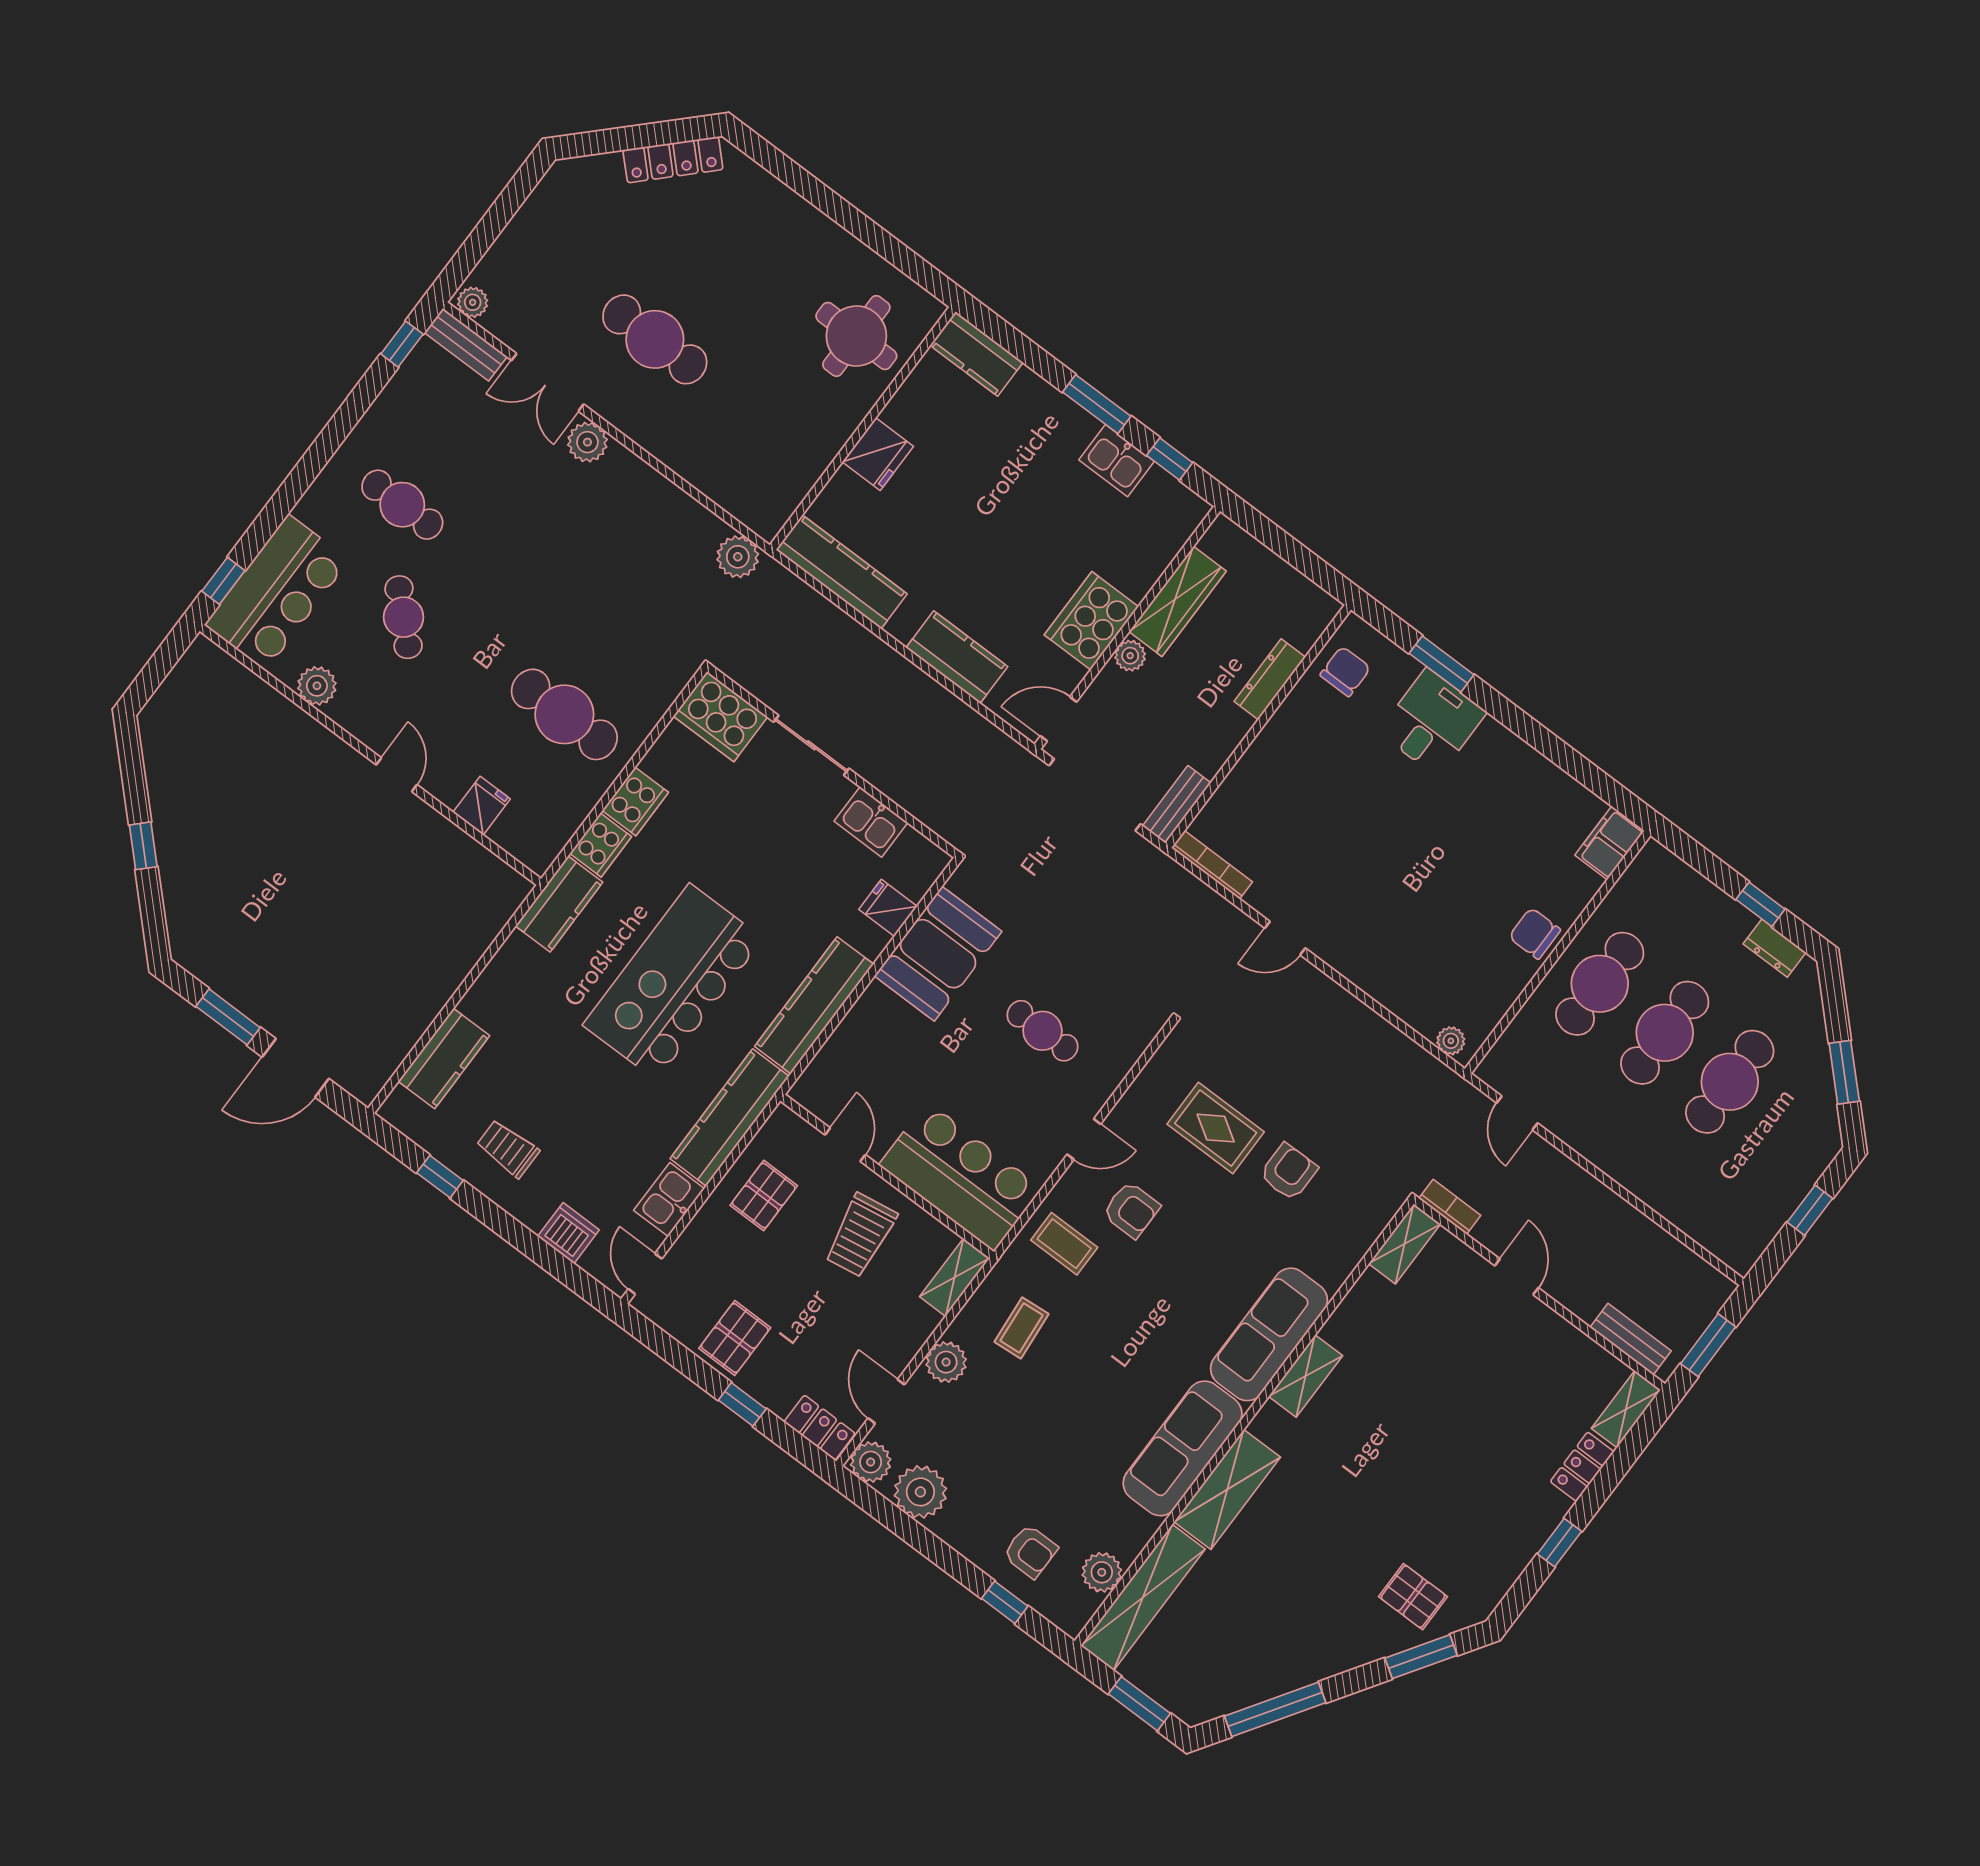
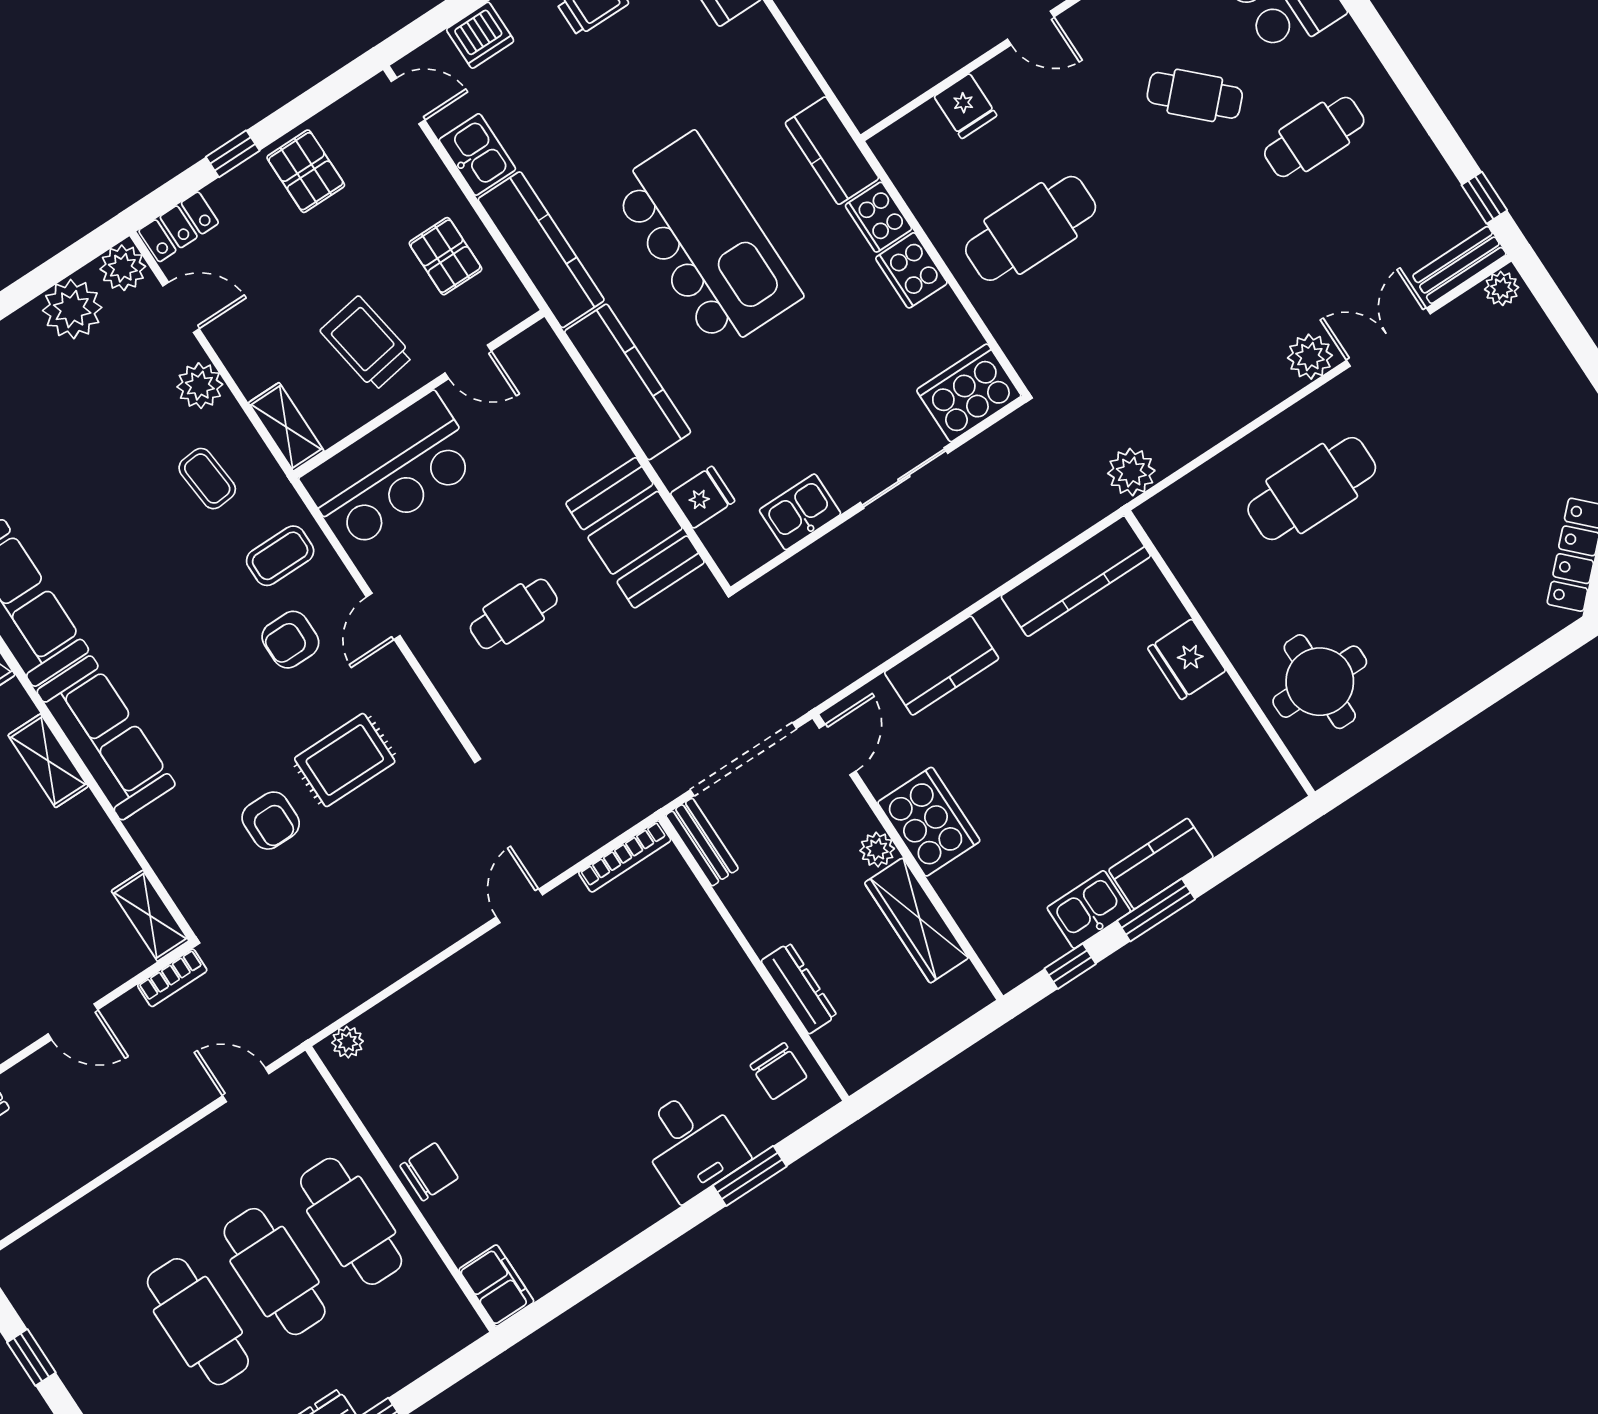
cafe table: (655, 339) -> (1312, 489), moved
kitchen counter: (977, 354) -> (1161, 864), moved

